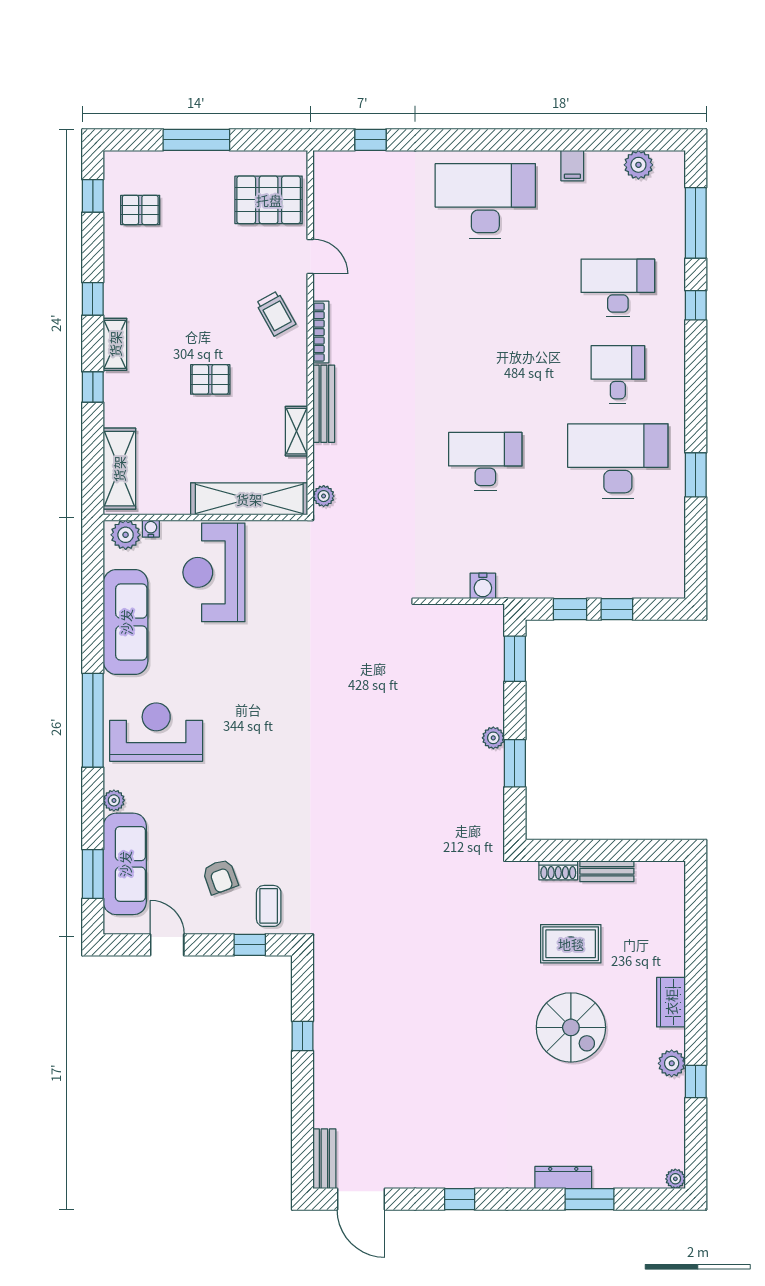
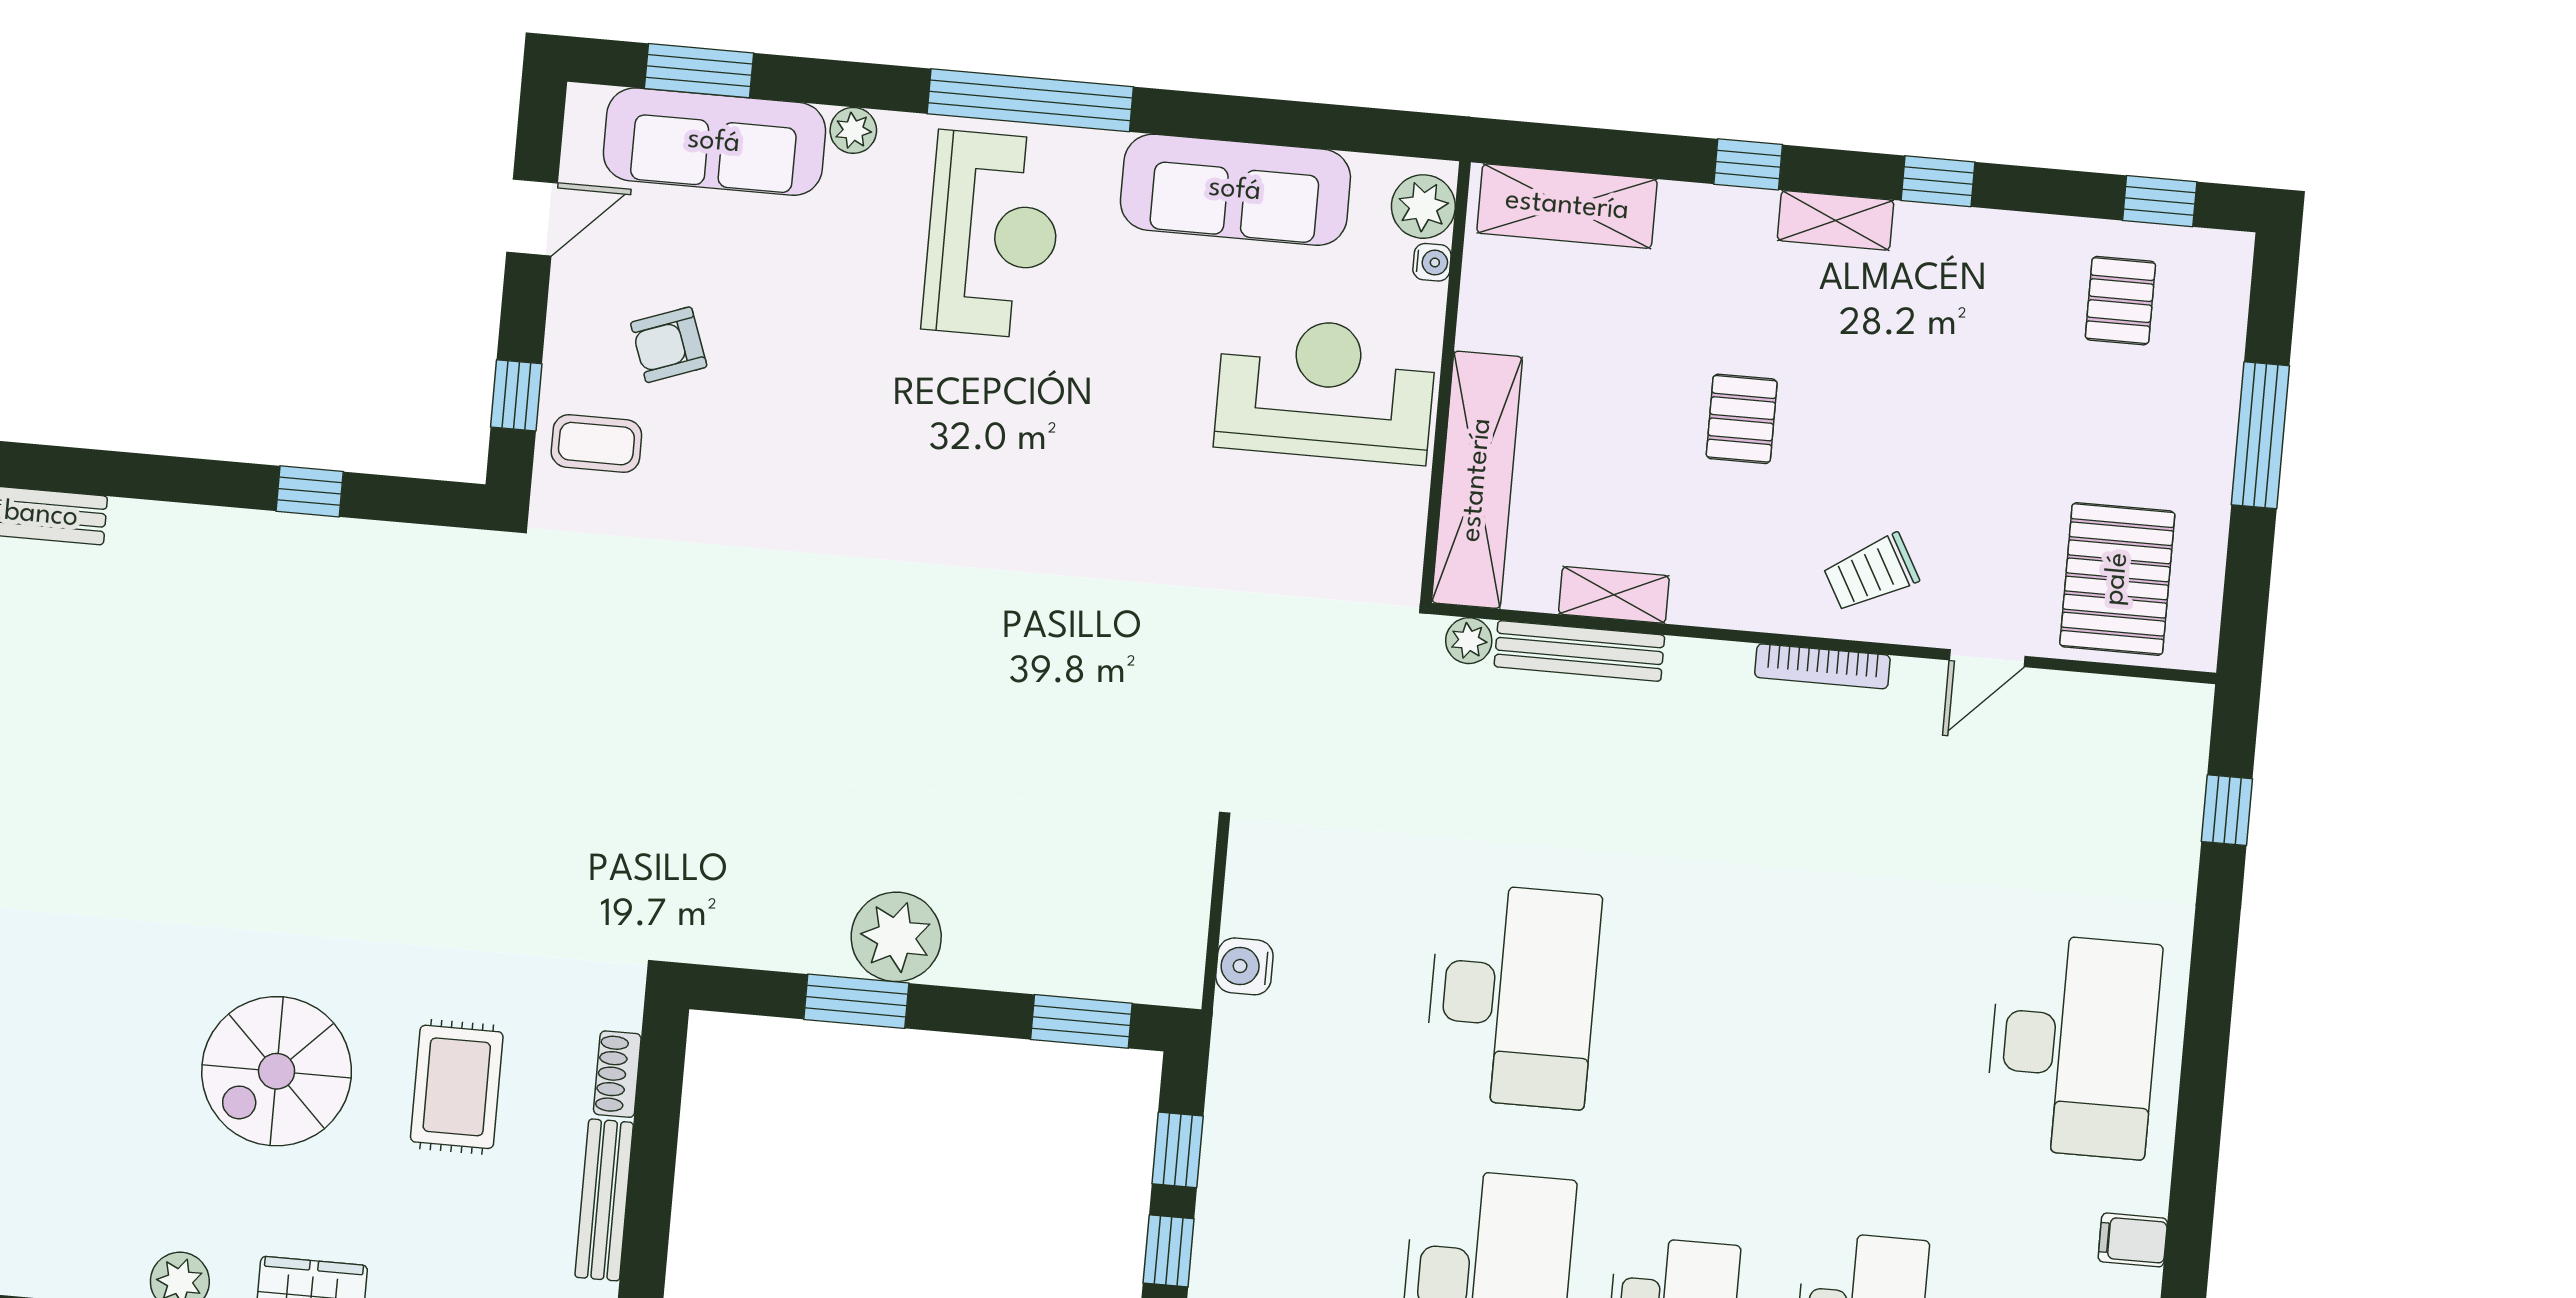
bench: (324, 404) -> (1579, 651), moved
desk: (485, 461) -> (1513, 996), width x1.36, depth x1.30
plant: (493, 738) -> (896, 937), width x1.88, depth x1.88
bench: (607, 871) -> (604, 1200), width x1.36

